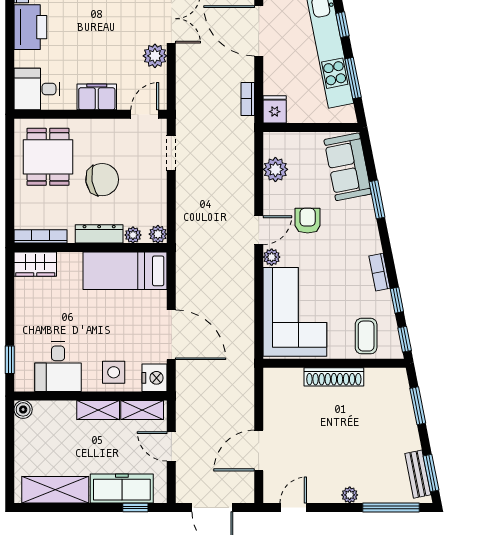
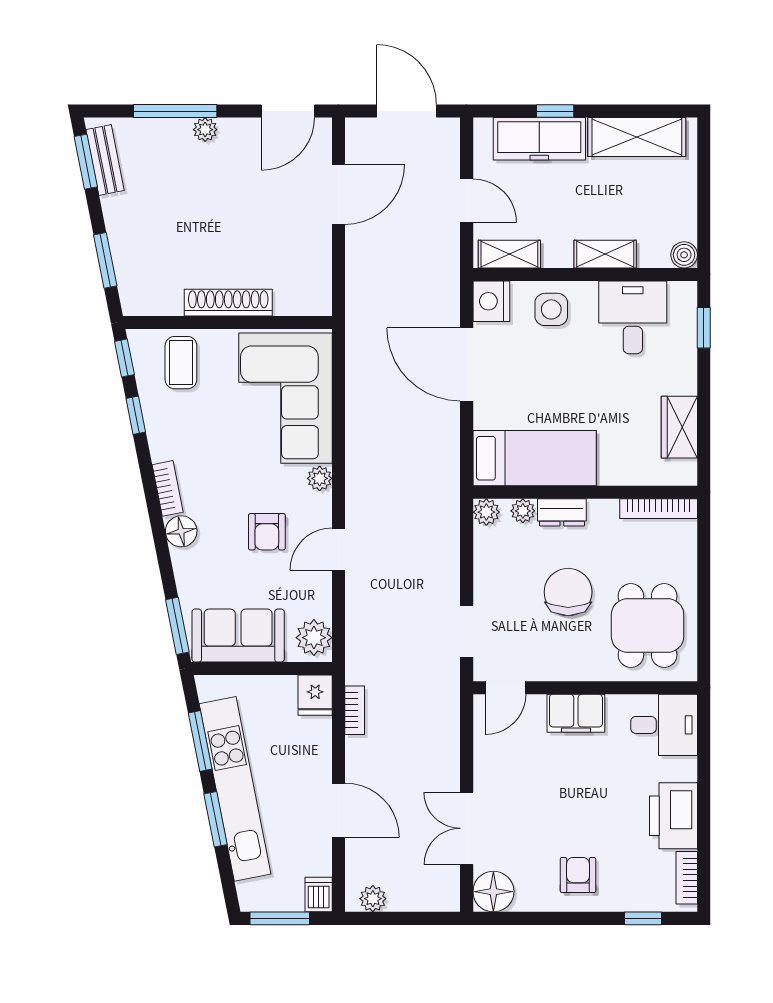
window: (343, 25) -> (215, 819), width x1.50
door: (259, 31) -> (338, 810), width x0.73
plant: (155, 56) -> (491, 774), removed
sofa: (348, 167) -> (238, 636), moved, turned -79
plant: (275, 169) -> (314, 638), moved
chair: (102, 180) -> (568, 592), turned 99
window: (377, 199) -> (177, 626), moved
floor lamp: (366, 221) -> (181, 531), added
door: (259, 230) -> (338, 549), moved
dresser: (99, 234) -> (562, 512), width x0.70
wardrobe: (35, 264) -> (679, 427), moved, turned -90
bookcase: (380, 272) -> (168, 488), moved
shelving: (98, 410) -> (605, 254), moved
window: (135, 507) -> (555, 111), moved
door: (293, 507) -> (288, 111), width x1.38
window: (391, 507) -> (175, 111), moved

